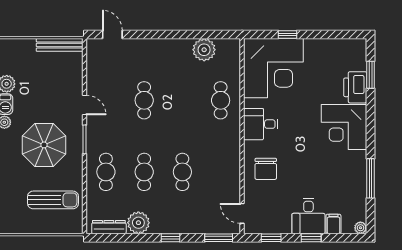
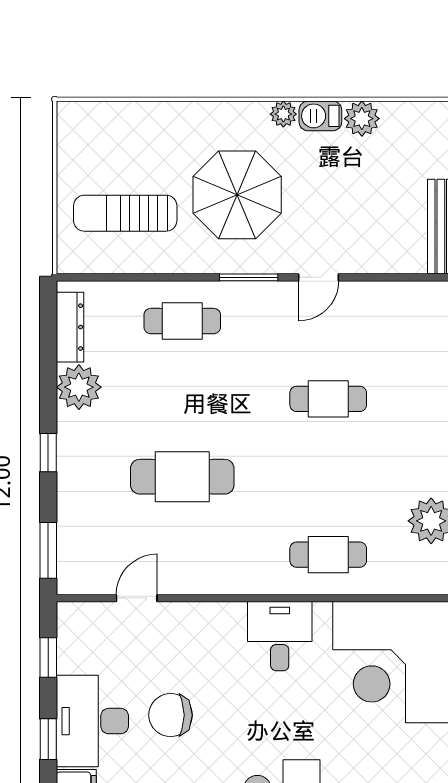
chair: (266, 169) -> (171, 715), moved
cafe table: (144, 172) -> (182, 399), removed
cafe table: (182, 172) -> (182, 477), width x1.37, depth x1.35
sun lounger: (53, 200) -> (125, 213), turned 90
door: (242, 213) -> (137, 598), moved
desk: (308, 216) -> (92, 721), width x1.37

